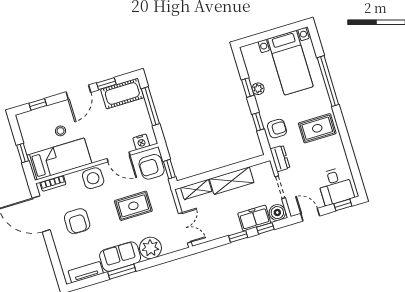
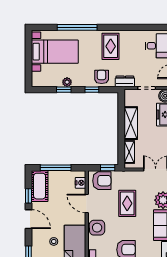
door: (118, 157) -> (87, 204), swing flipped
armchair: (152, 167) -> (102, 181), turned -90

